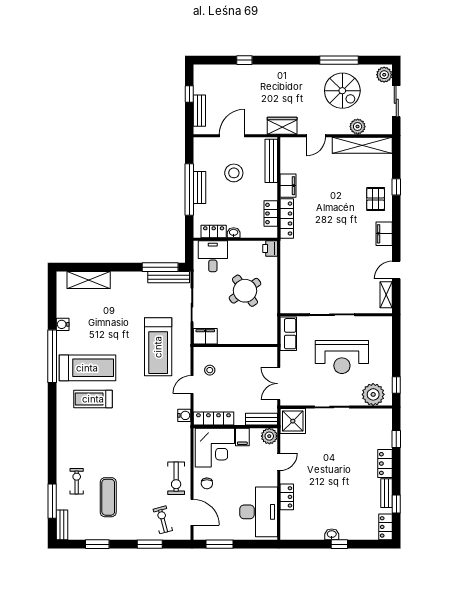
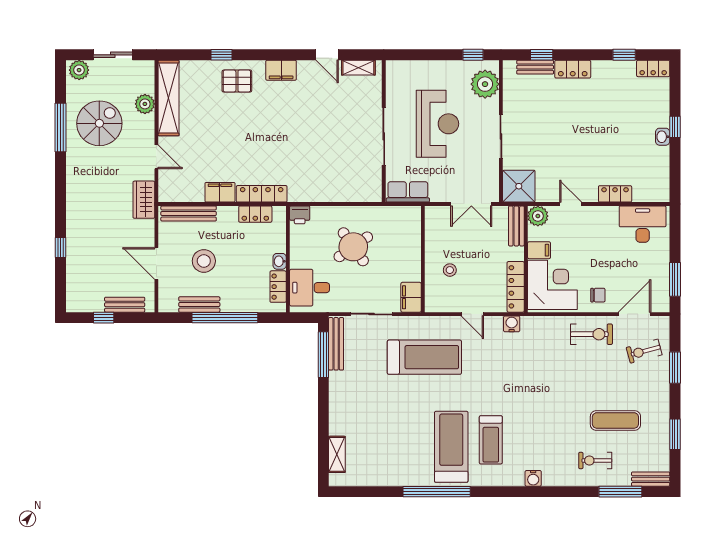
bench: (200, 187) -> (199, 304), moved
shelving: (89, 280) -> (337, 454), width x0.67, depth x0.75
water cooler: (63, 324) -> (533, 478), moved
stool: (210, 370) -> (450, 270), moved
bench: (387, 493) -> (535, 67), moved
desk: (259, 512) -> (643, 224), width x0.73, depth x0.77

